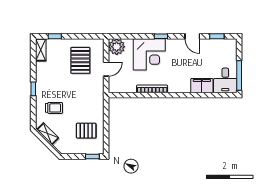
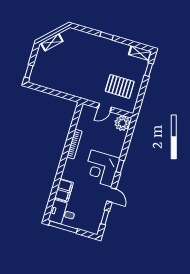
door: (192, 36) -> (112, 195), swing flipped
corner desk: (149, 54) -> (101, 168), moved
door: (106, 69) -> (105, 108), hinge flipped
trolley: (54, 108) -> (83, 50), removed
pallet: (86, 131) -> (54, 73), removed
shelving: (48, 134) -> (52, 42), moved

